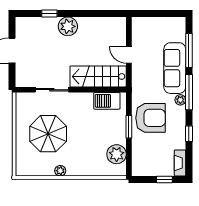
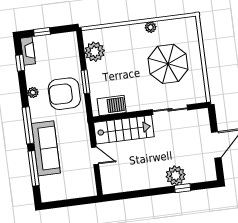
plant: (68, 26) -> (176, 176), moved
plant: (180, 100) -> (33, 93), moved
window: (189, 134) -> (20, 63), moved

